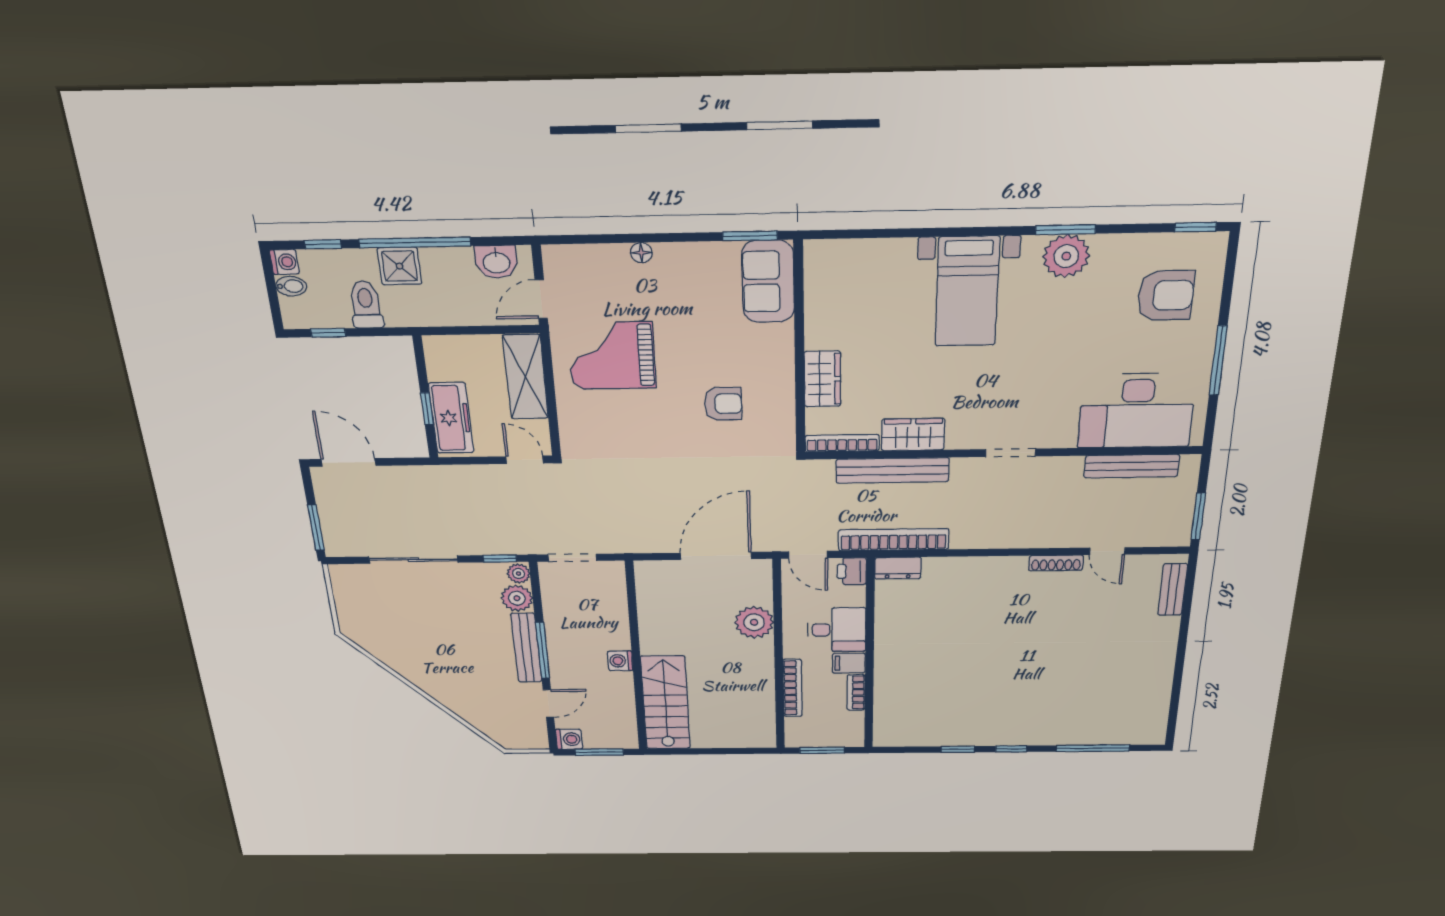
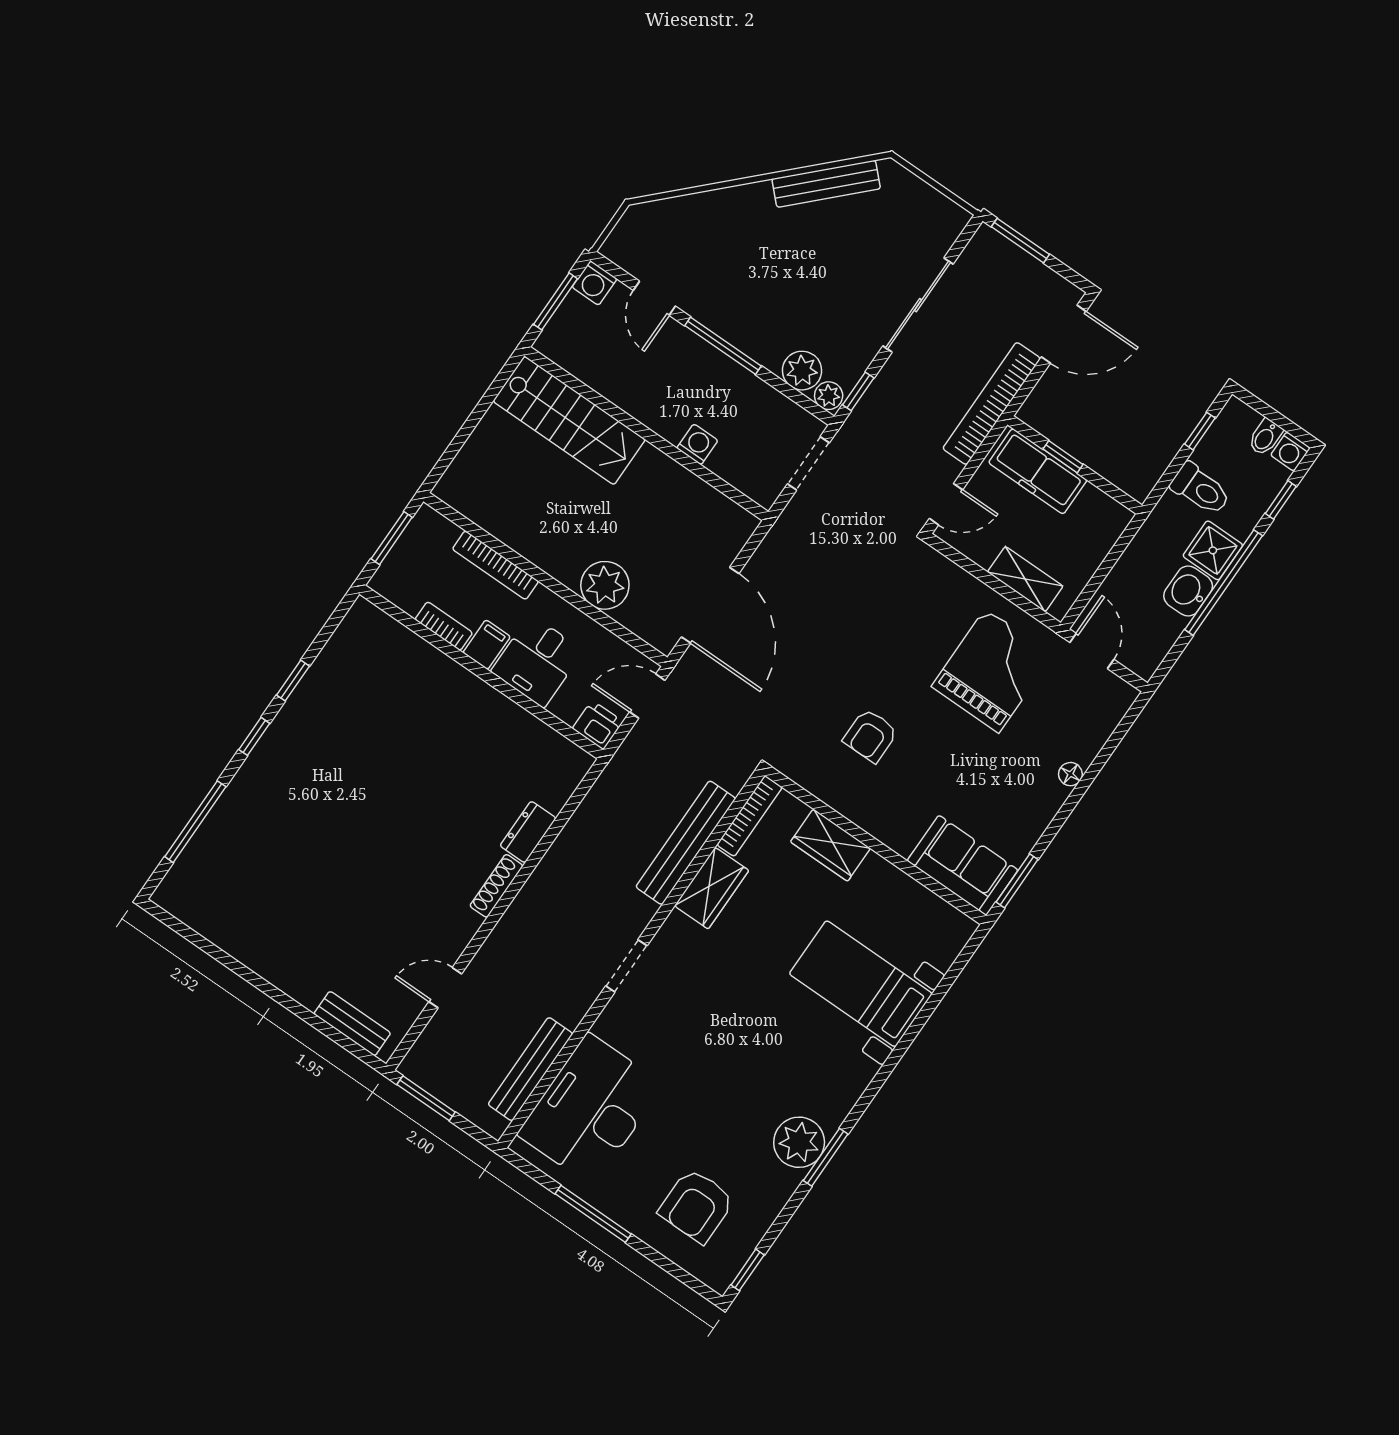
washbasin: (496, 262) -> (1188, 591), moved
bed with nightstands: (967, 292) -> (861, 984), moved
shelving: (526, 377) -> (1025, 579), width x0.67, depth x0.75
bookcase: (894, 540) -> (992, 403), moved, turned 180
shoe rack: (1056, 563) -> (496, 886), moved
dresser: (898, 568) -> (528, 832), moved
bench: (526, 648) -> (826, 184), moved, turned -45
washing machine: (620, 661) -> (697, 444), moved

